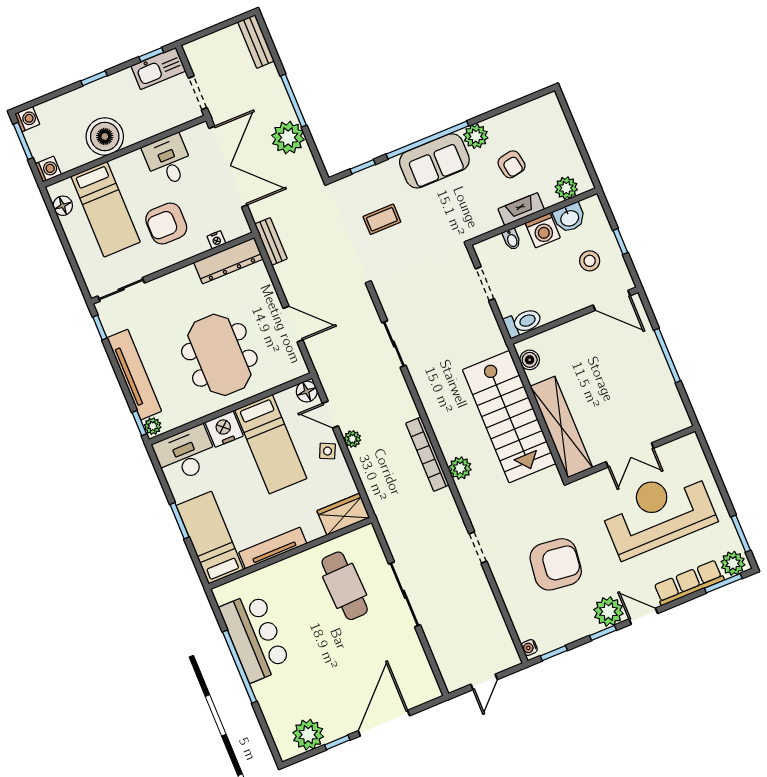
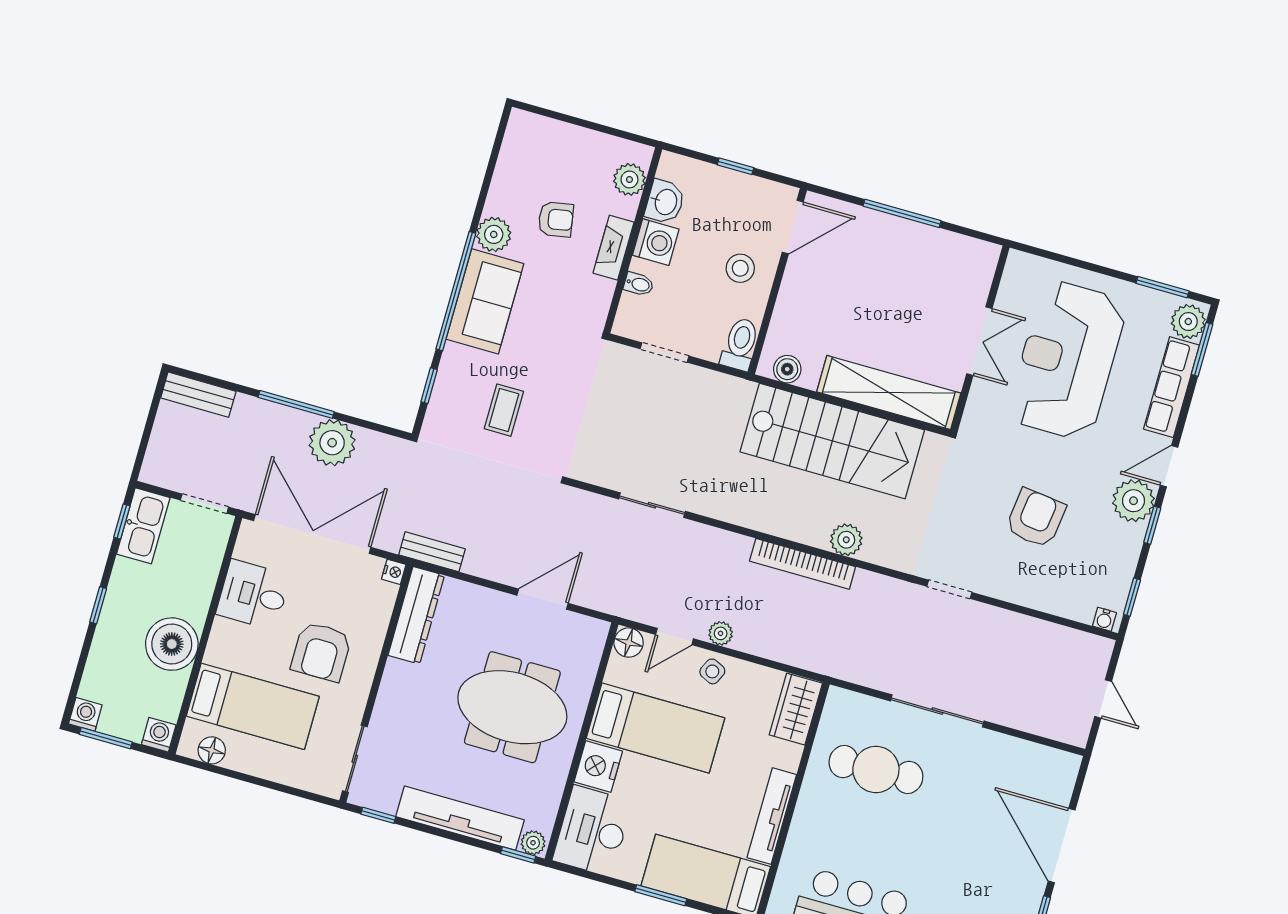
nightstand: (216, 240) -> (394, 572), moved
stool: (590, 261) -> (740, 268), moved
armchair: (556, 564) -> (1036, 518), width x0.73, depth x0.73

